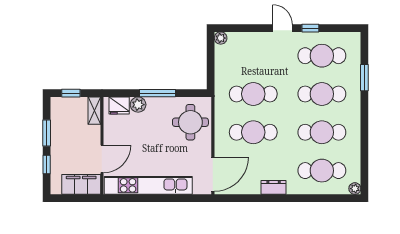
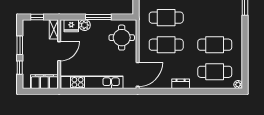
cafe table: (322, 94) -> (215, 18), removed
door: (102, 159) -> (59, 51), moved

